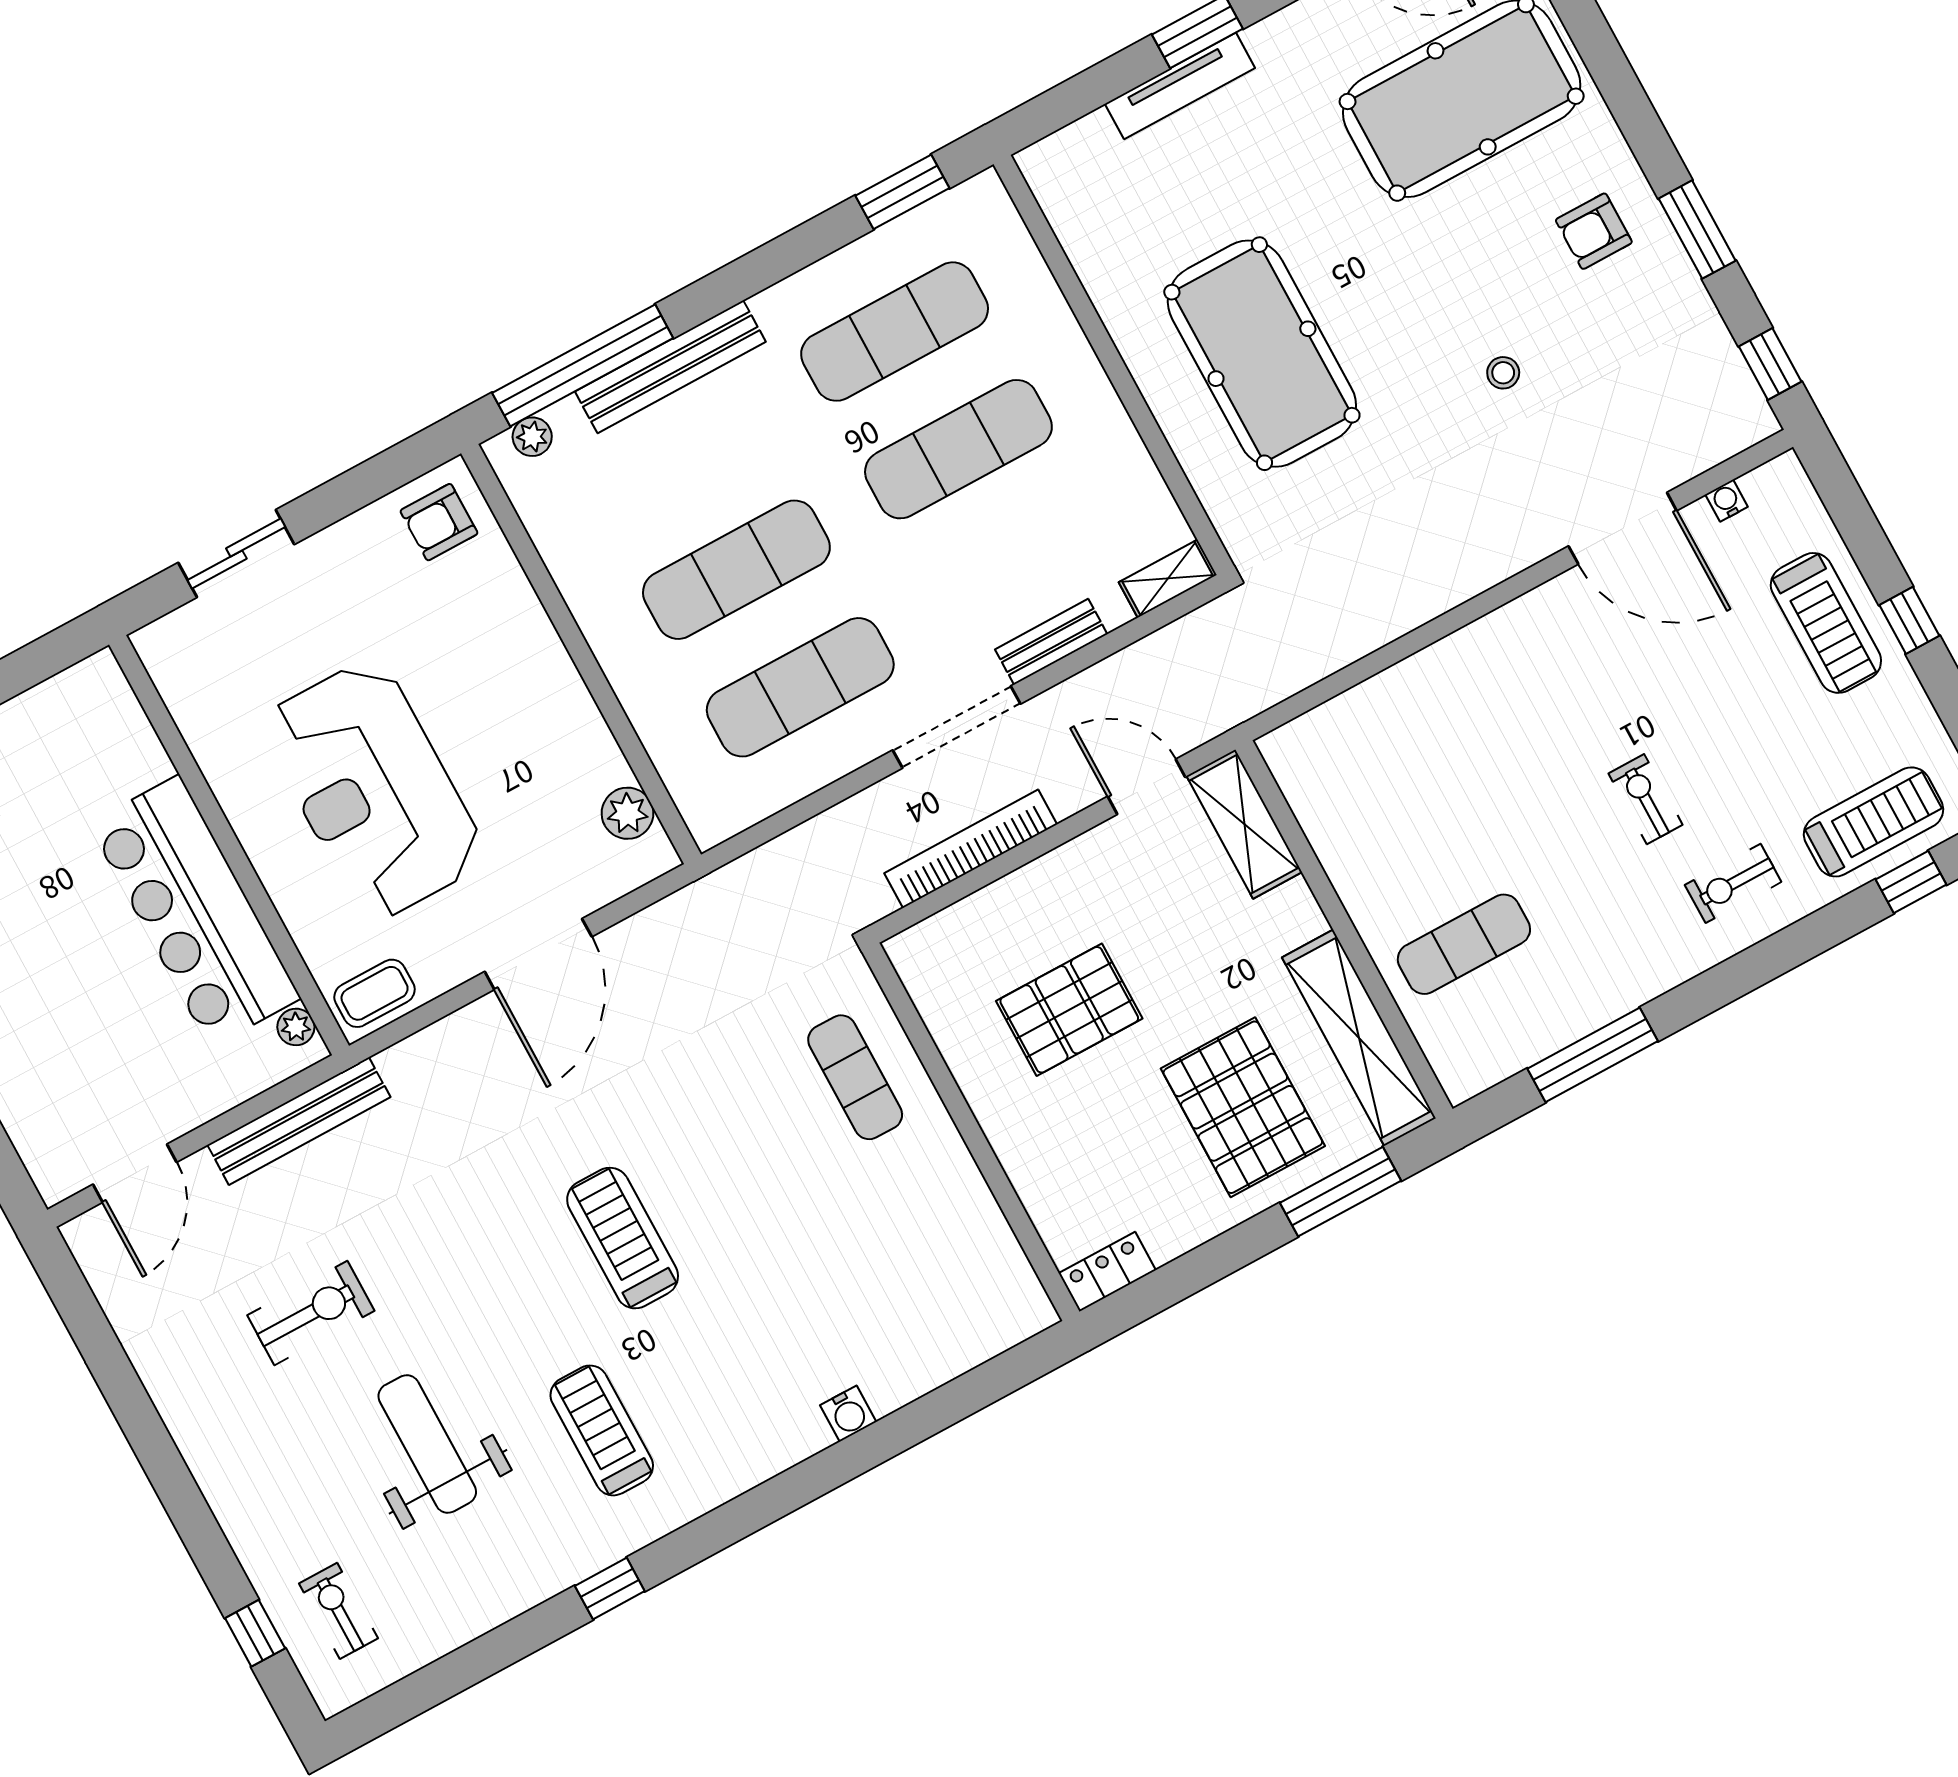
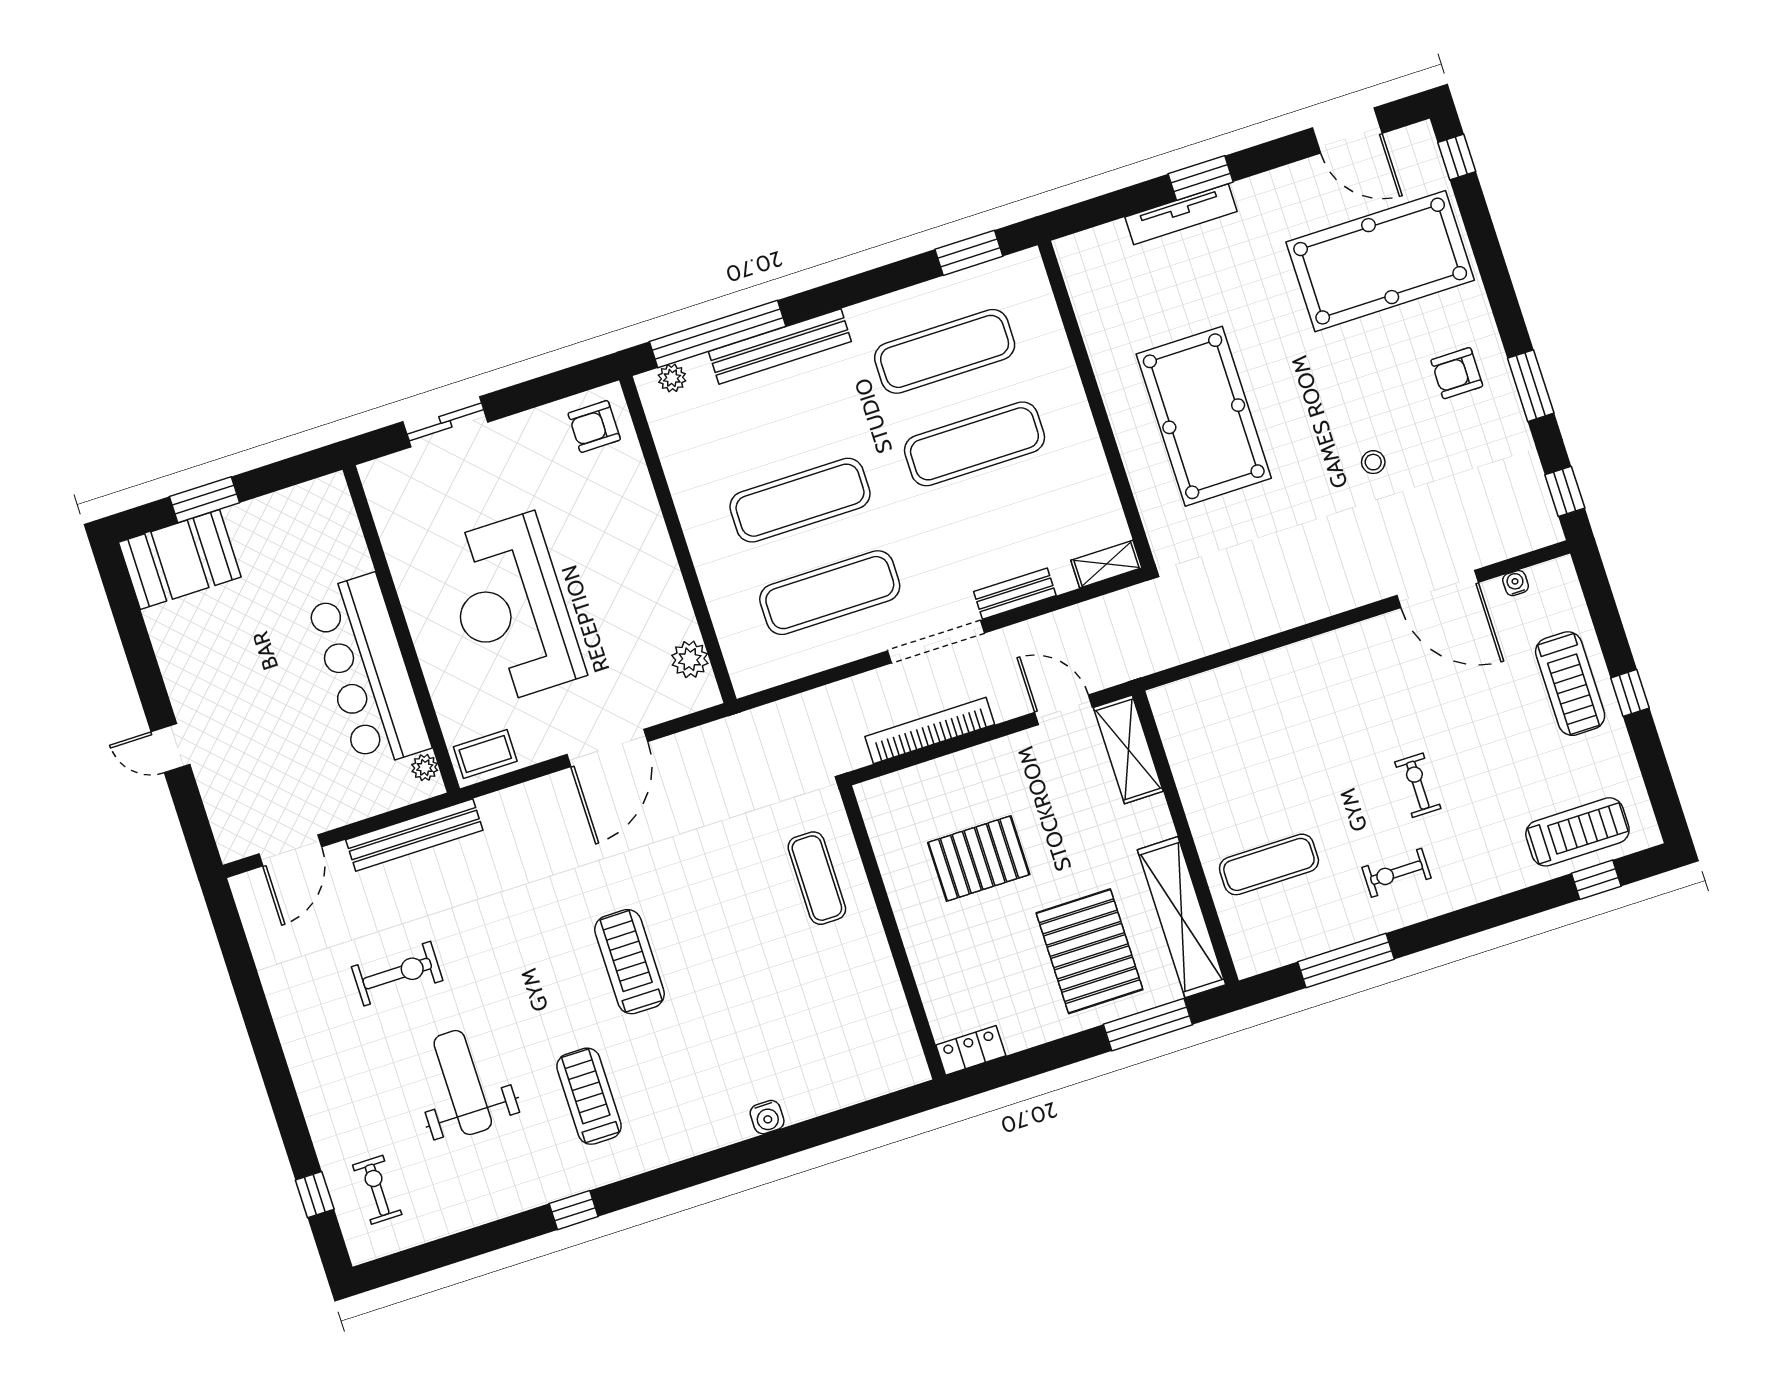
exercise bike: (1733, 883) -> (1396, 873), moved

